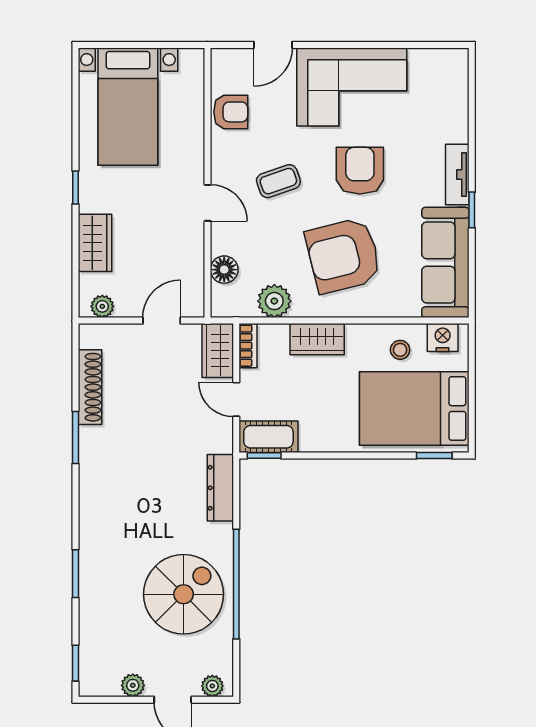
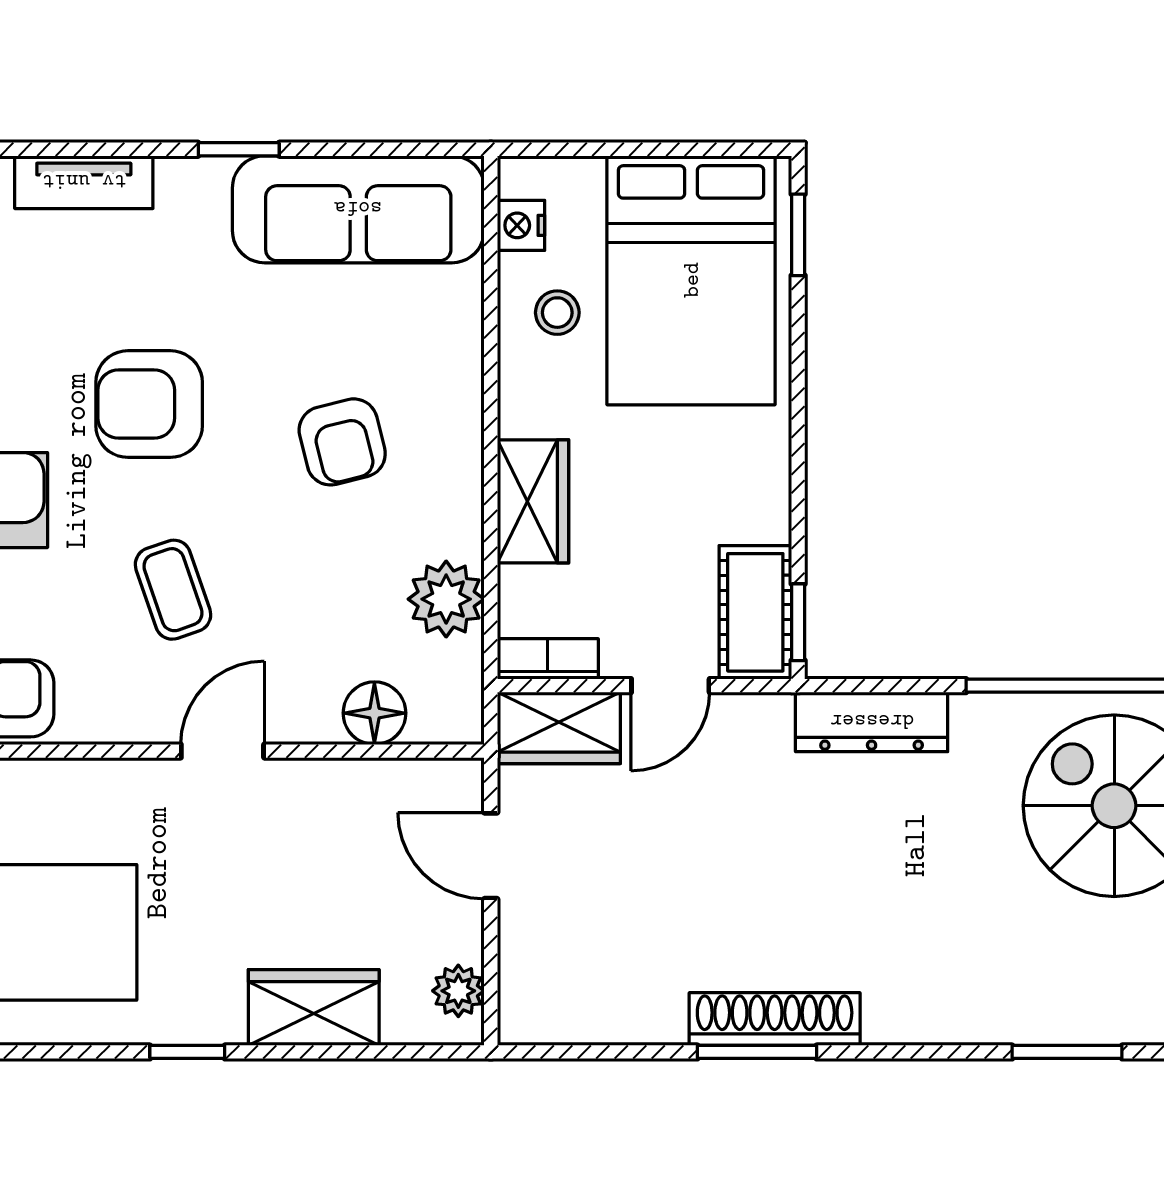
tv unit: (457, 175) -> (84, 182), moved
armchair: (343, 255) -> (342, 442), width x0.53, depth x0.53
nightstand: (443, 338) -> (521, 225), width x0.72, depth x0.74
shoe rack: (90, 387) -> (775, 1019), moved

